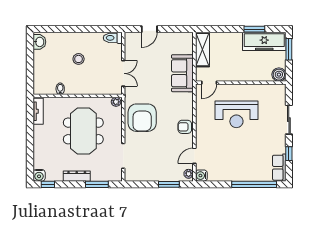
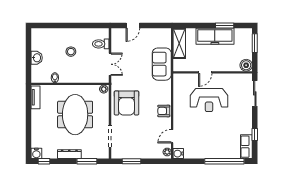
toilet: (113, 38) -> (101, 44), moved
freezer: (264, 41) -> (215, 36), moved
washbasin: (39, 42) -> (37, 58), moved
door: (209, 83) -> (205, 72), moved
sliding door: (289, 120) -> (255, 93), moved
window: (169, 184) -> (131, 161), moved

